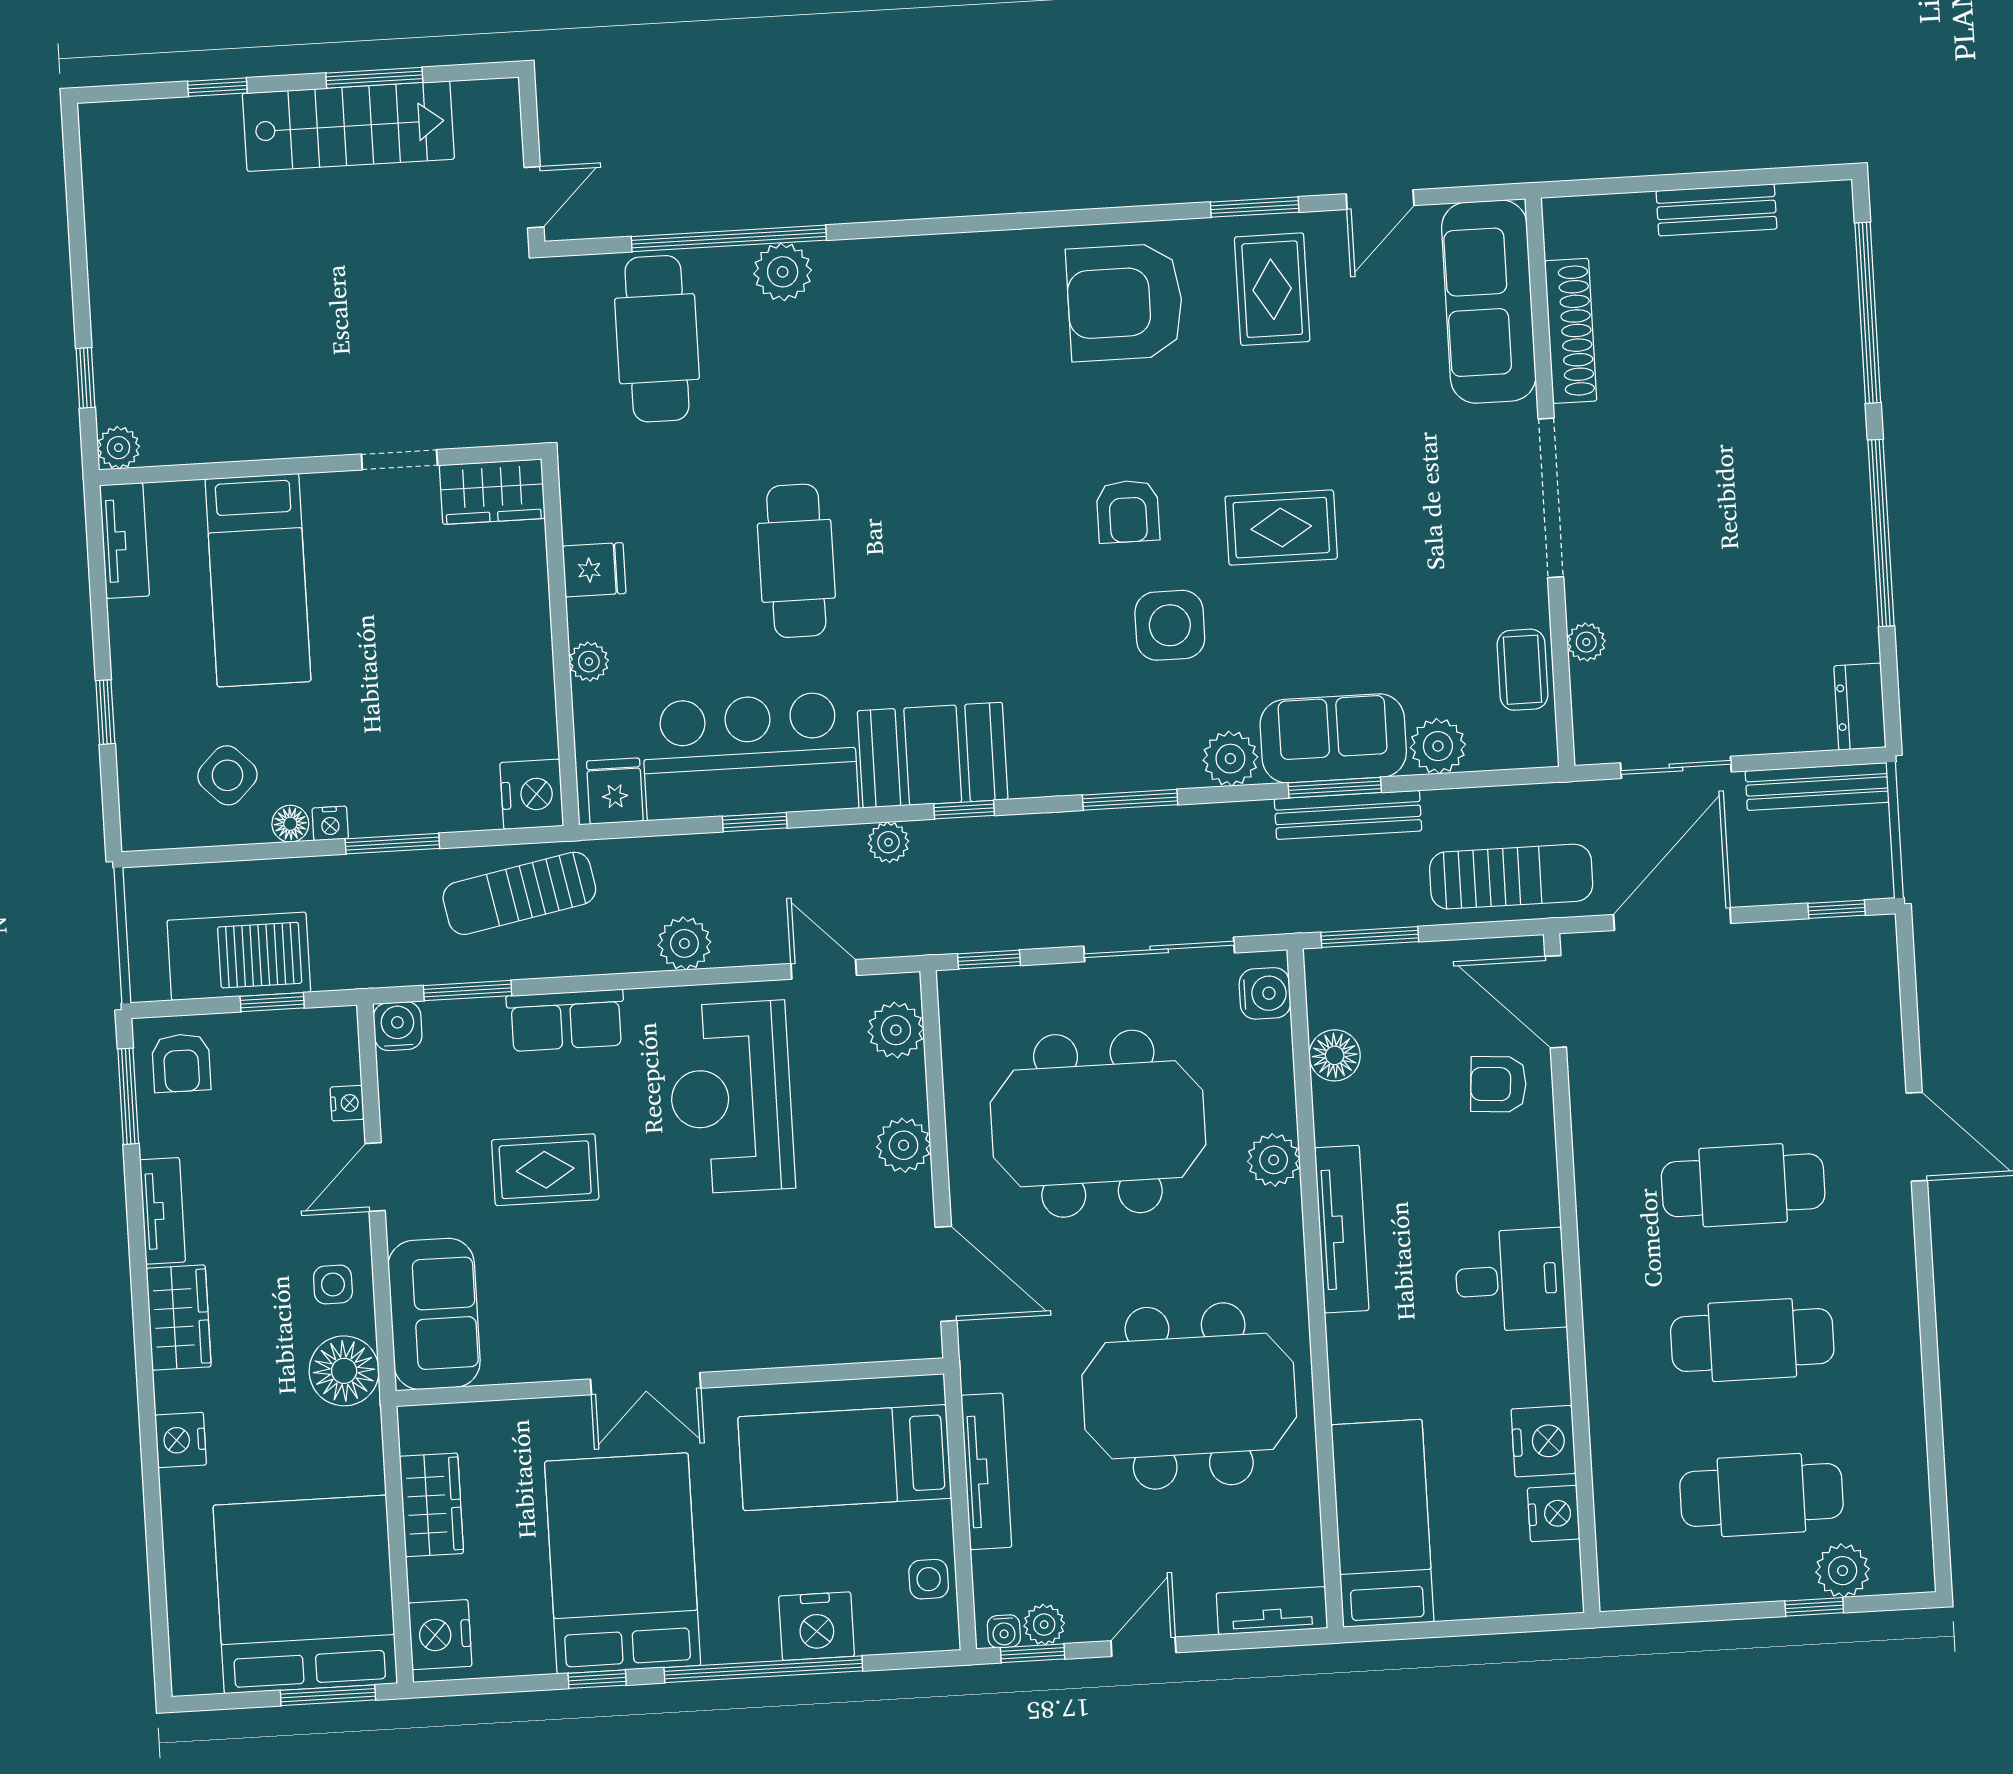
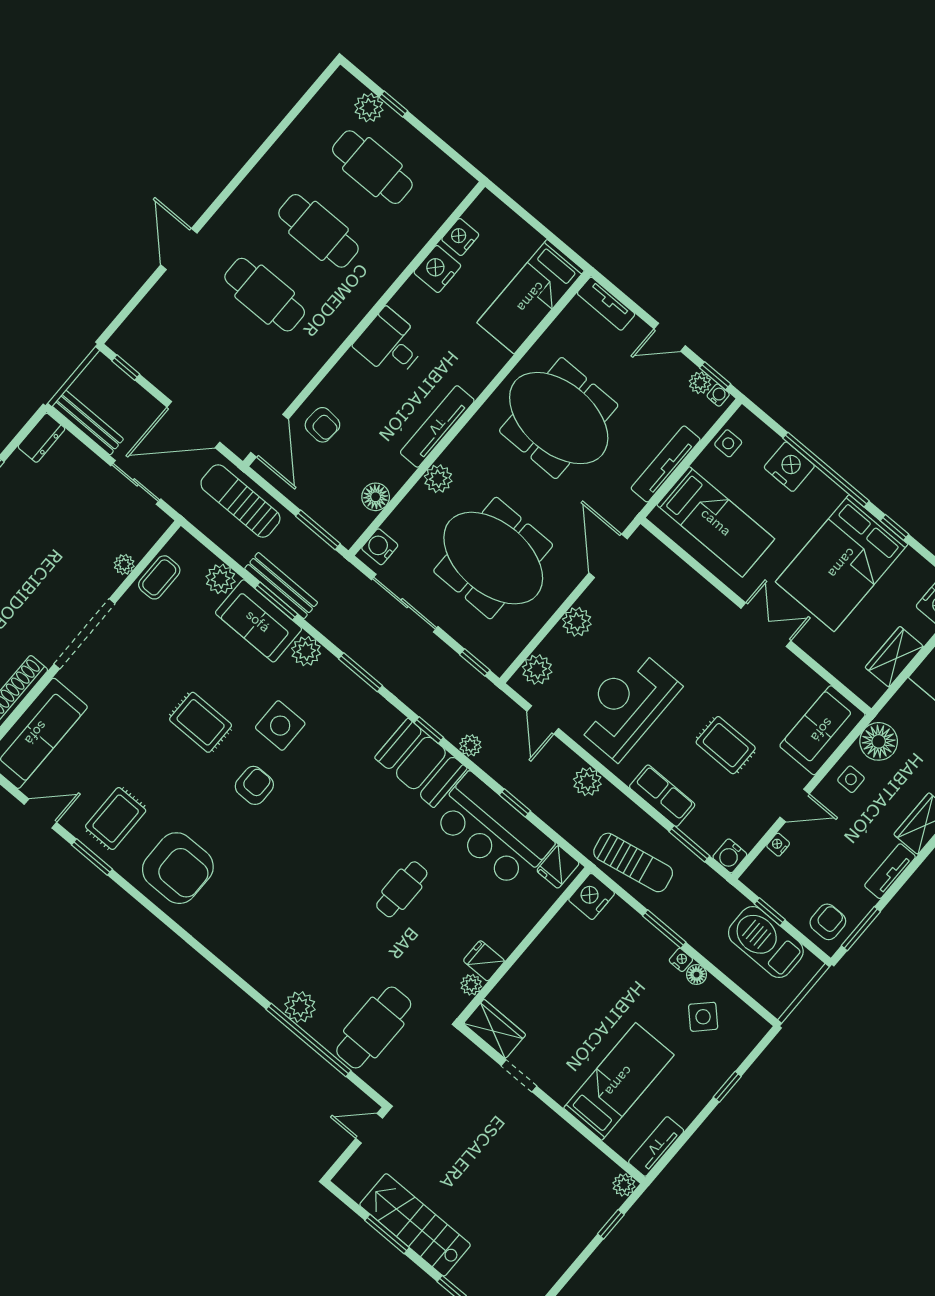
cafe table: (796, 561) -> (402, 889), width x0.73, depth x0.74
plant: (589, 662) -> (471, 985), moved
reception desk: (731, 1097) -> (626, 704), turned 180

